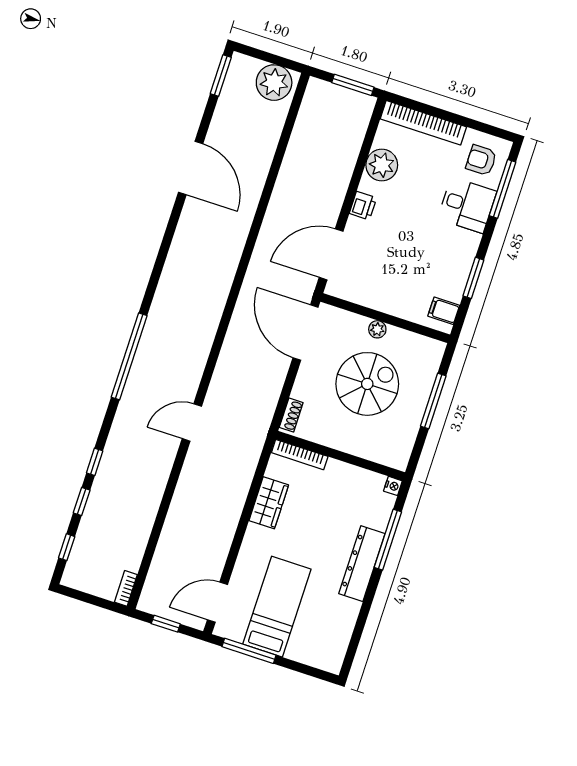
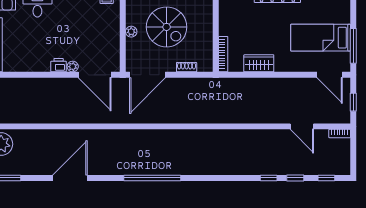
plant: (382, 165) -> (73, 67), moved, width x0.53, depth x0.53
window: (129, 356) -> (152, 178), moved
spiral stairs: (367, 384) -> (167, 27), turned 180
shoe rack: (291, 415) -> (187, 67), moved
door: (192, 422) -> (302, 126), moved

